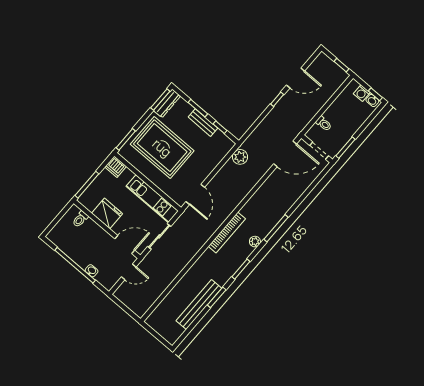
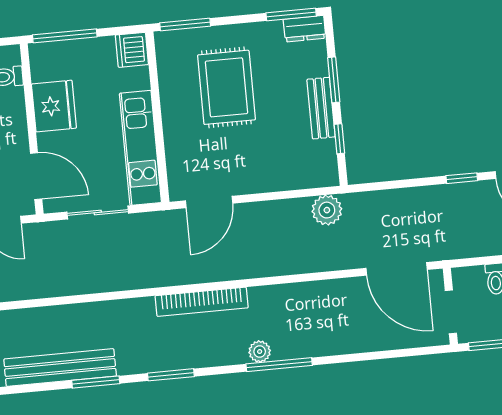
dresser: (167, 103) -> (304, 29), width x0.70
rug: (162, 148) -> (226, 87), width x0.73, depth x0.69
plant: (255, 242) -> (260, 352), moved

